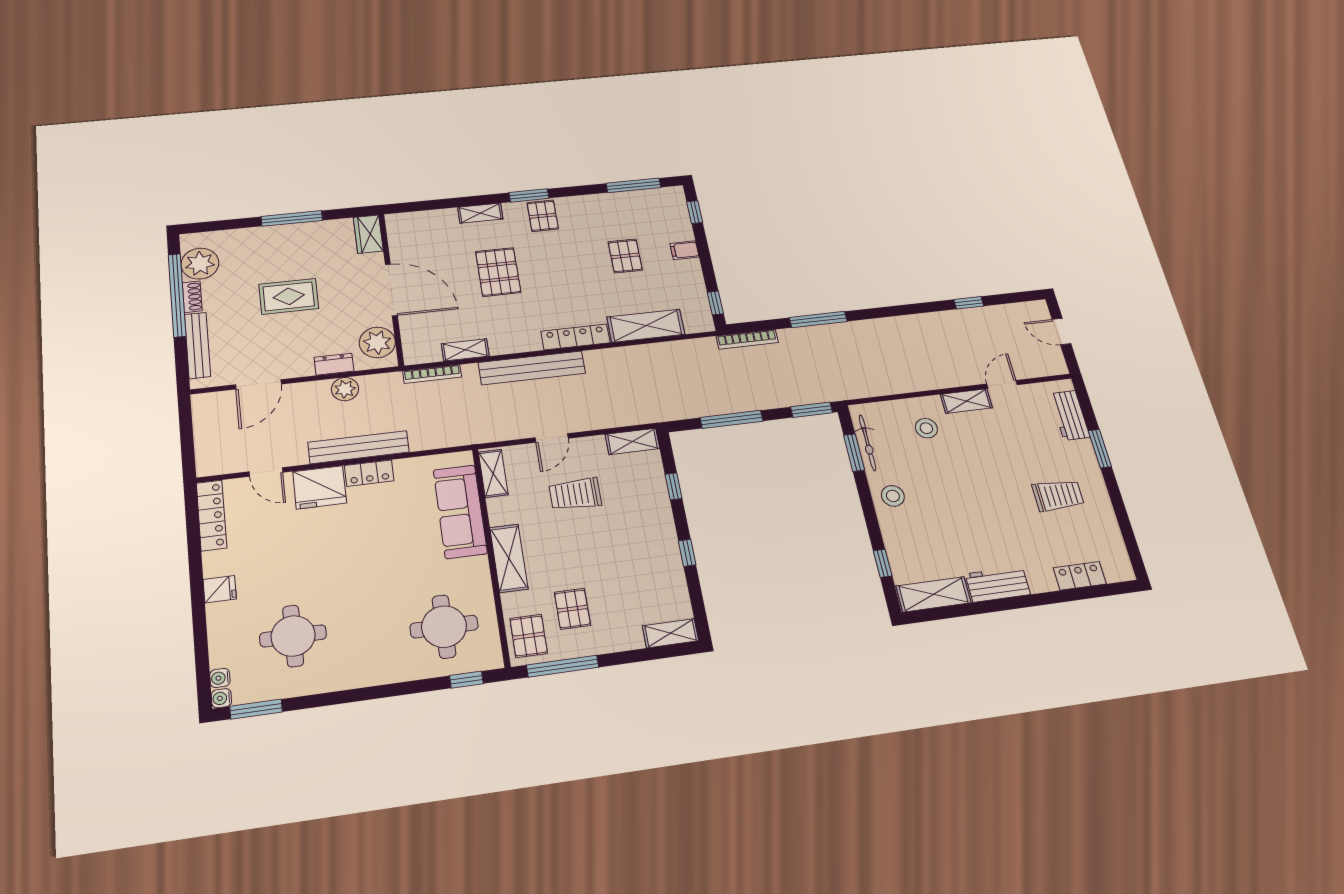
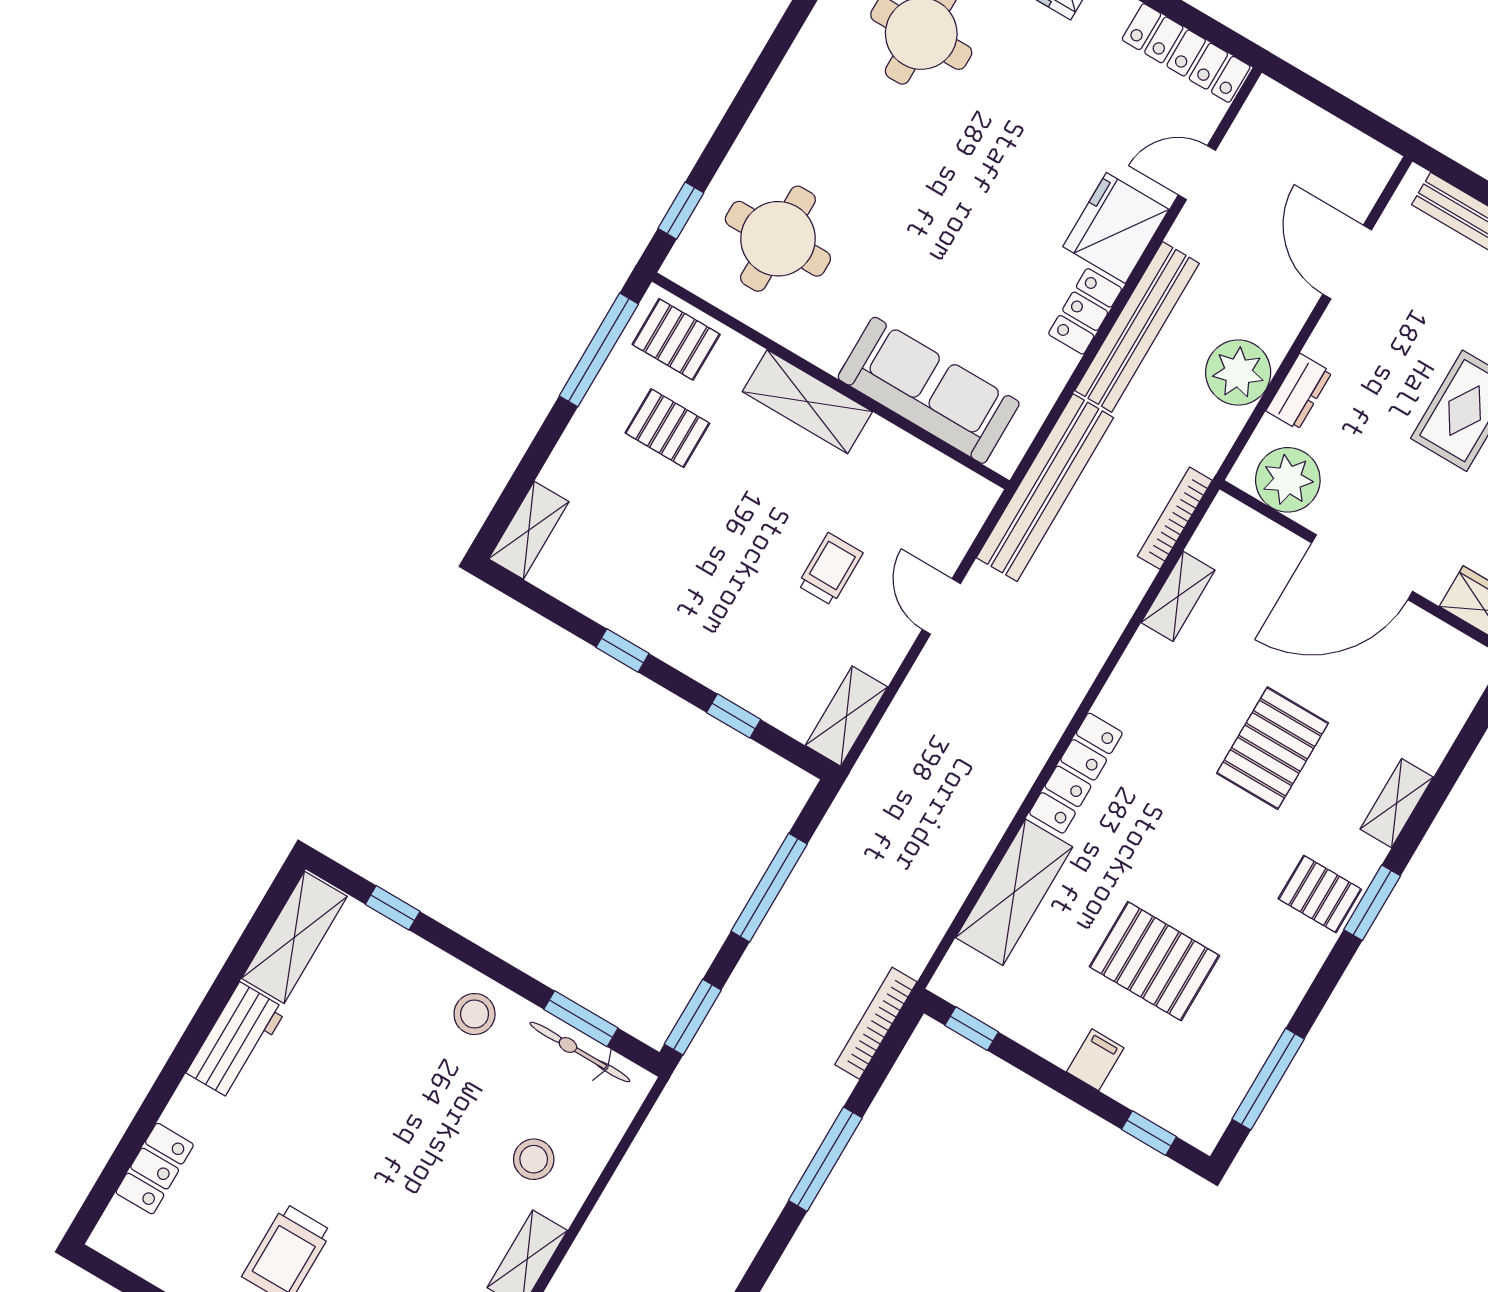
pallet: (625, 256) -> (1154, 961), width x1.50, depth x1.42
pallet: (498, 272) -> (1273, 748), turned 90
bench: (532, 368) -> (1045, 488), moved
plant: (345, 389) -> (1238, 373), width x1.36, depth x1.36
shelving: (493, 473) -> (951, 481), removed
trolley: (575, 494) -> (830, 569), width x0.73, depth x0.72

